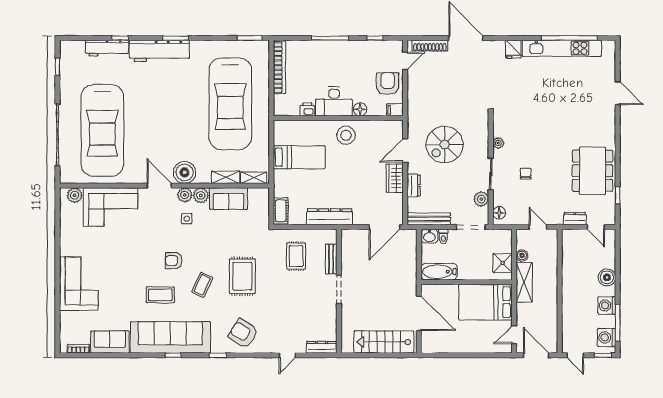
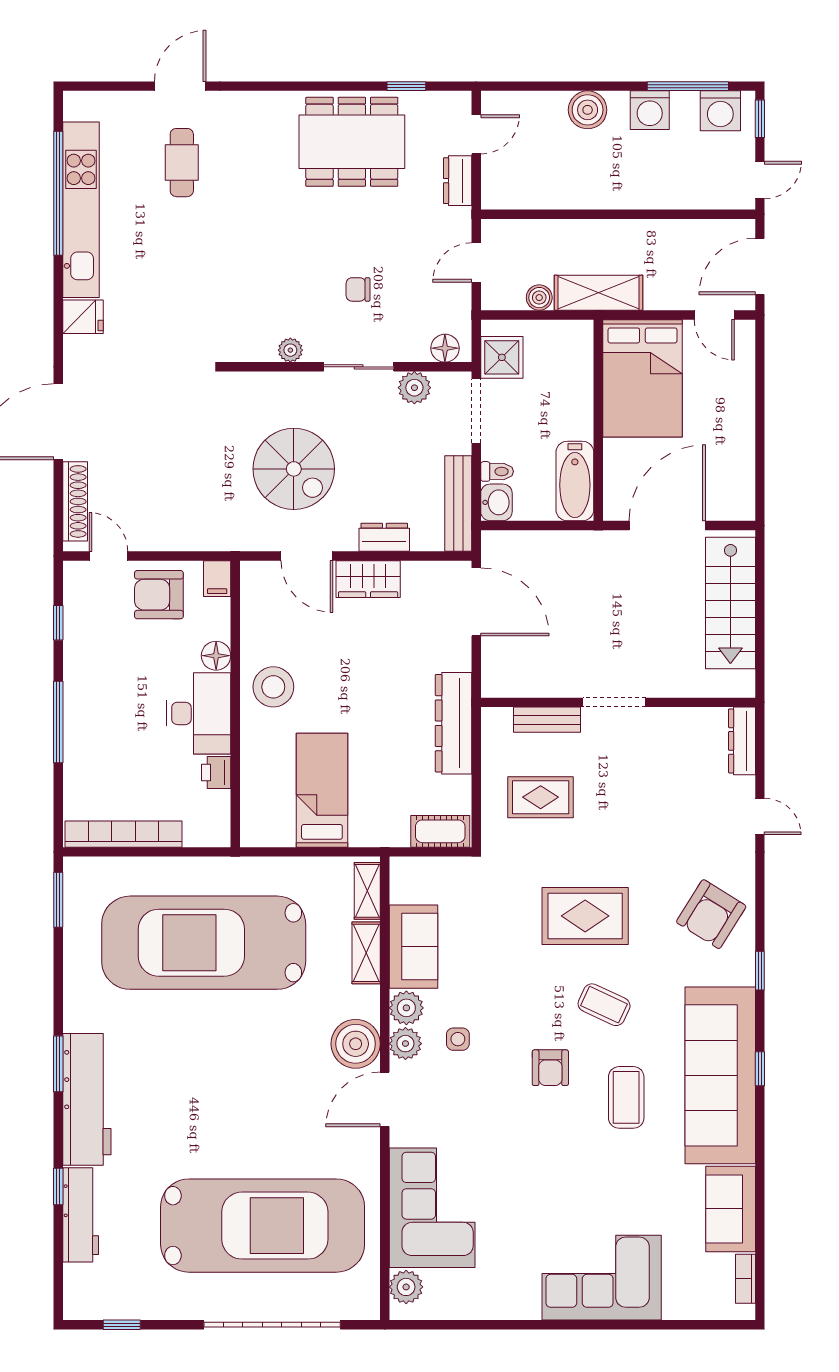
cafe table: (583, 94) -> (182, 163), added
car: (230, 104) -> (204, 943), turned 180
shower: (503, 263) -> (502, 357), moved

